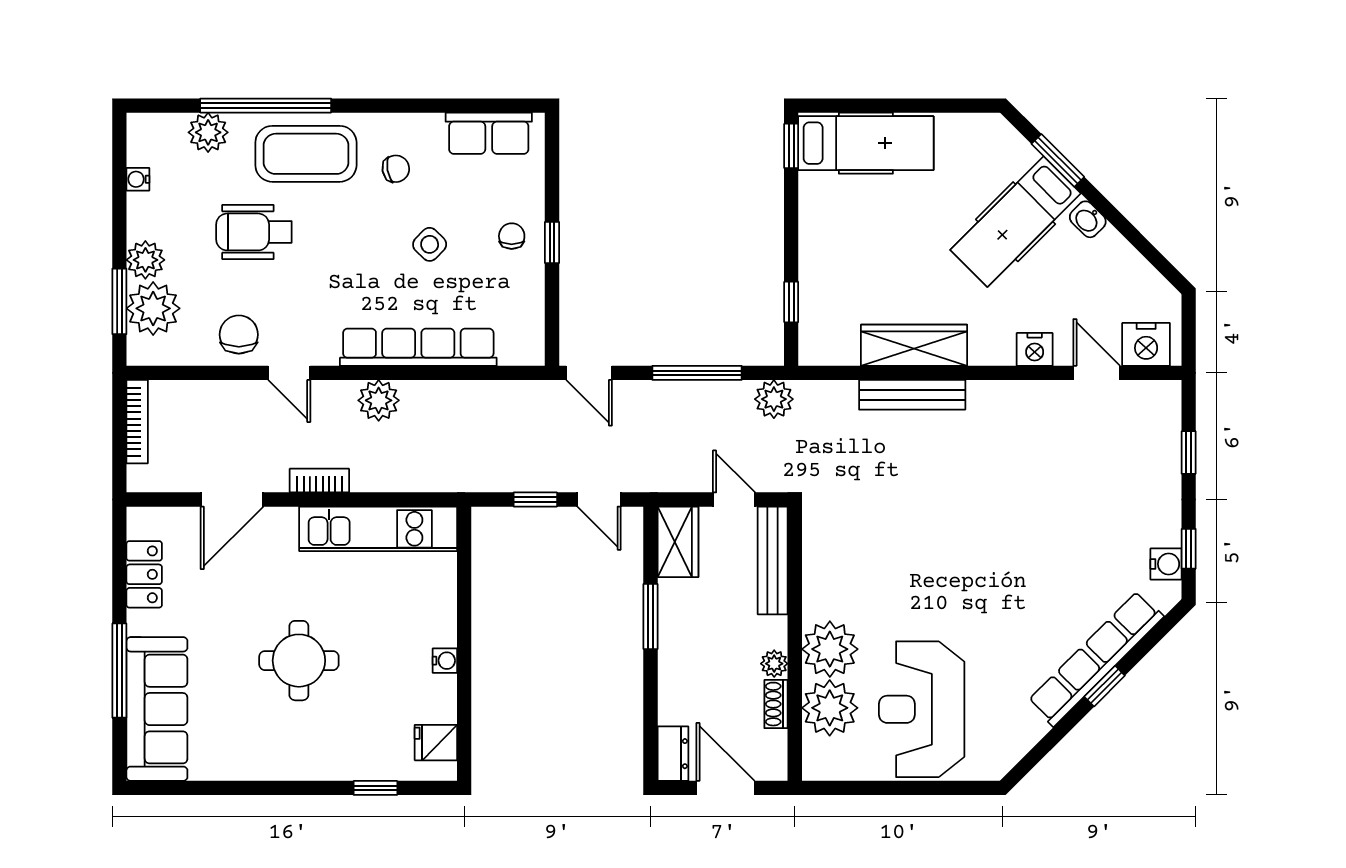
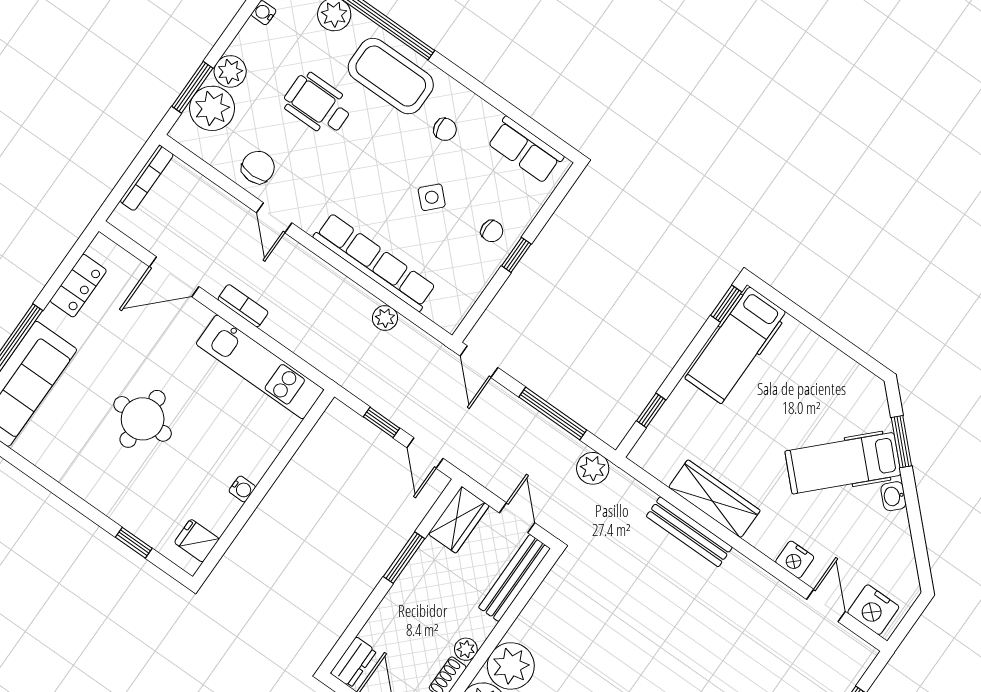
hospital bed: (866, 143) -> (735, 345), moved, turned 90
chair: (512, 236) -> (492, 231), turned 90
plant: (379, 400) -> (385, 318), moved, width x0.73, depth x0.73

